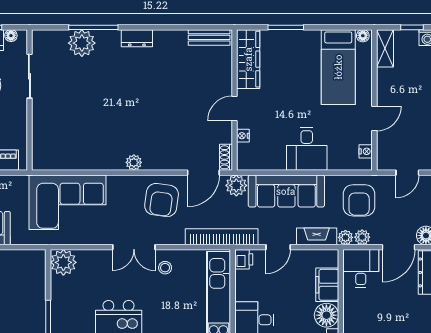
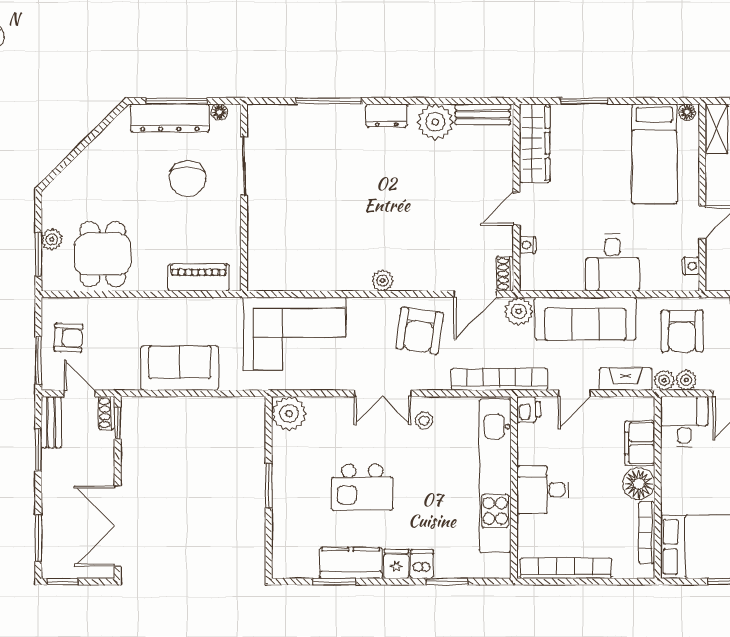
plant: (82, 43) -> (435, 122), moved

